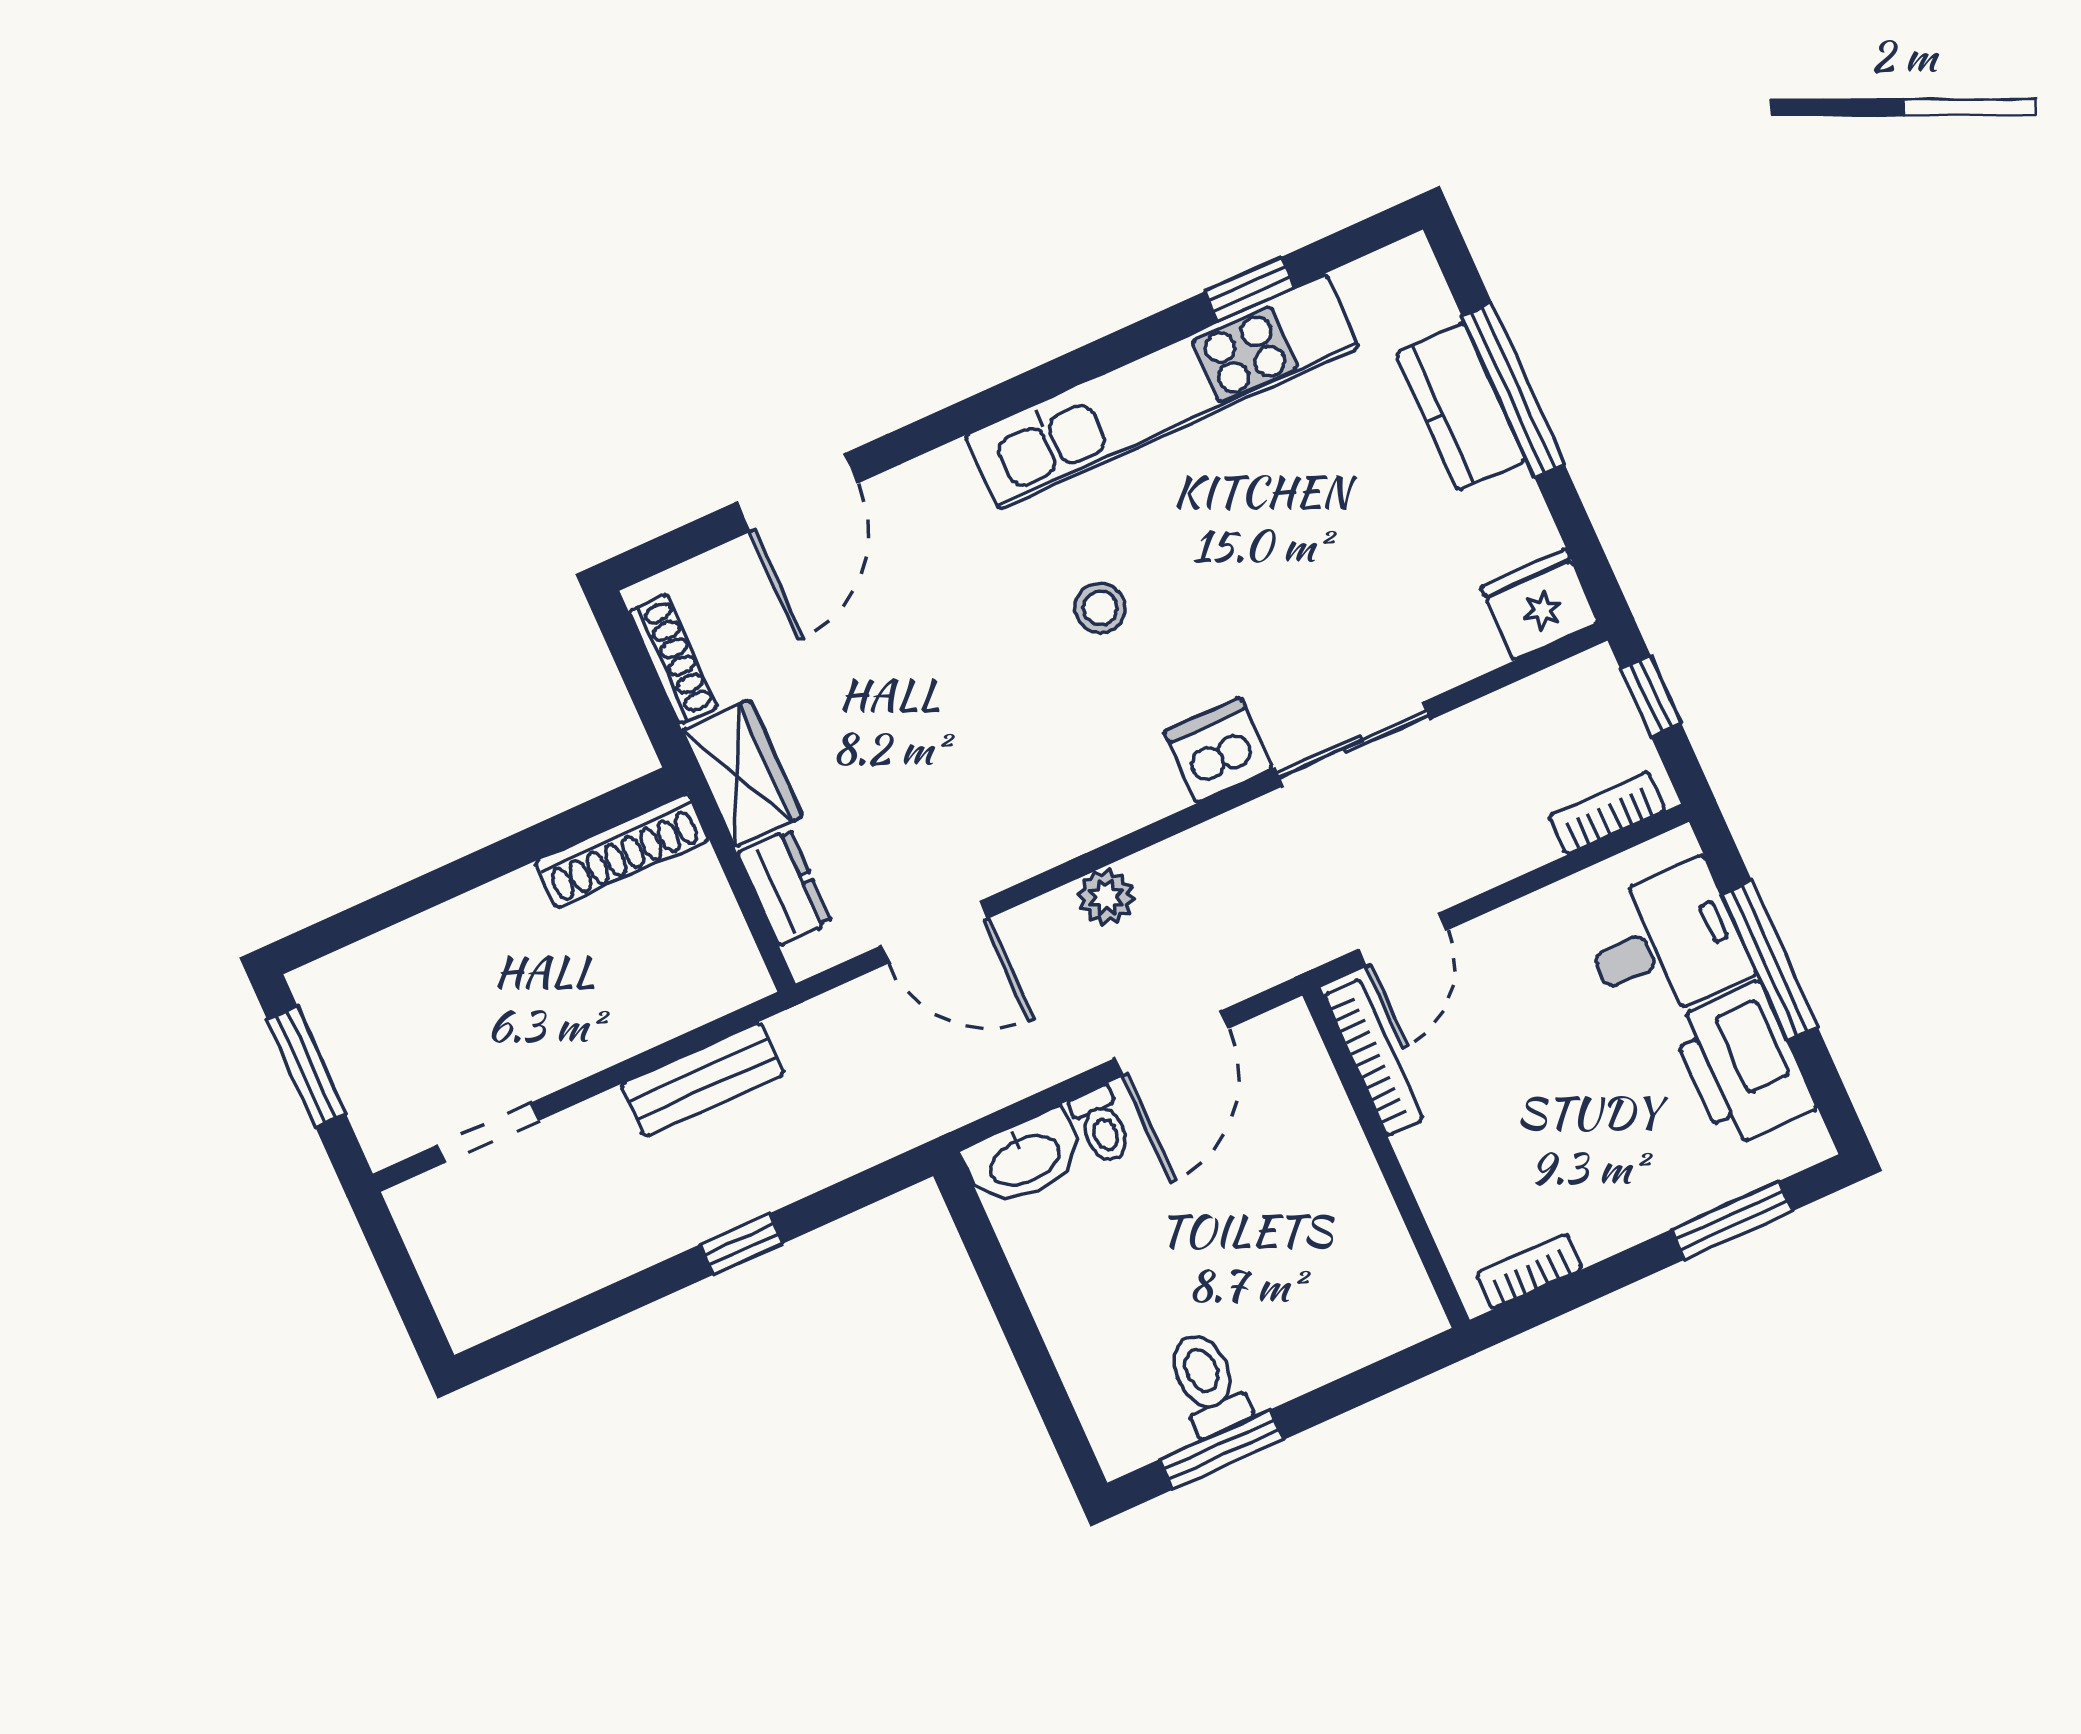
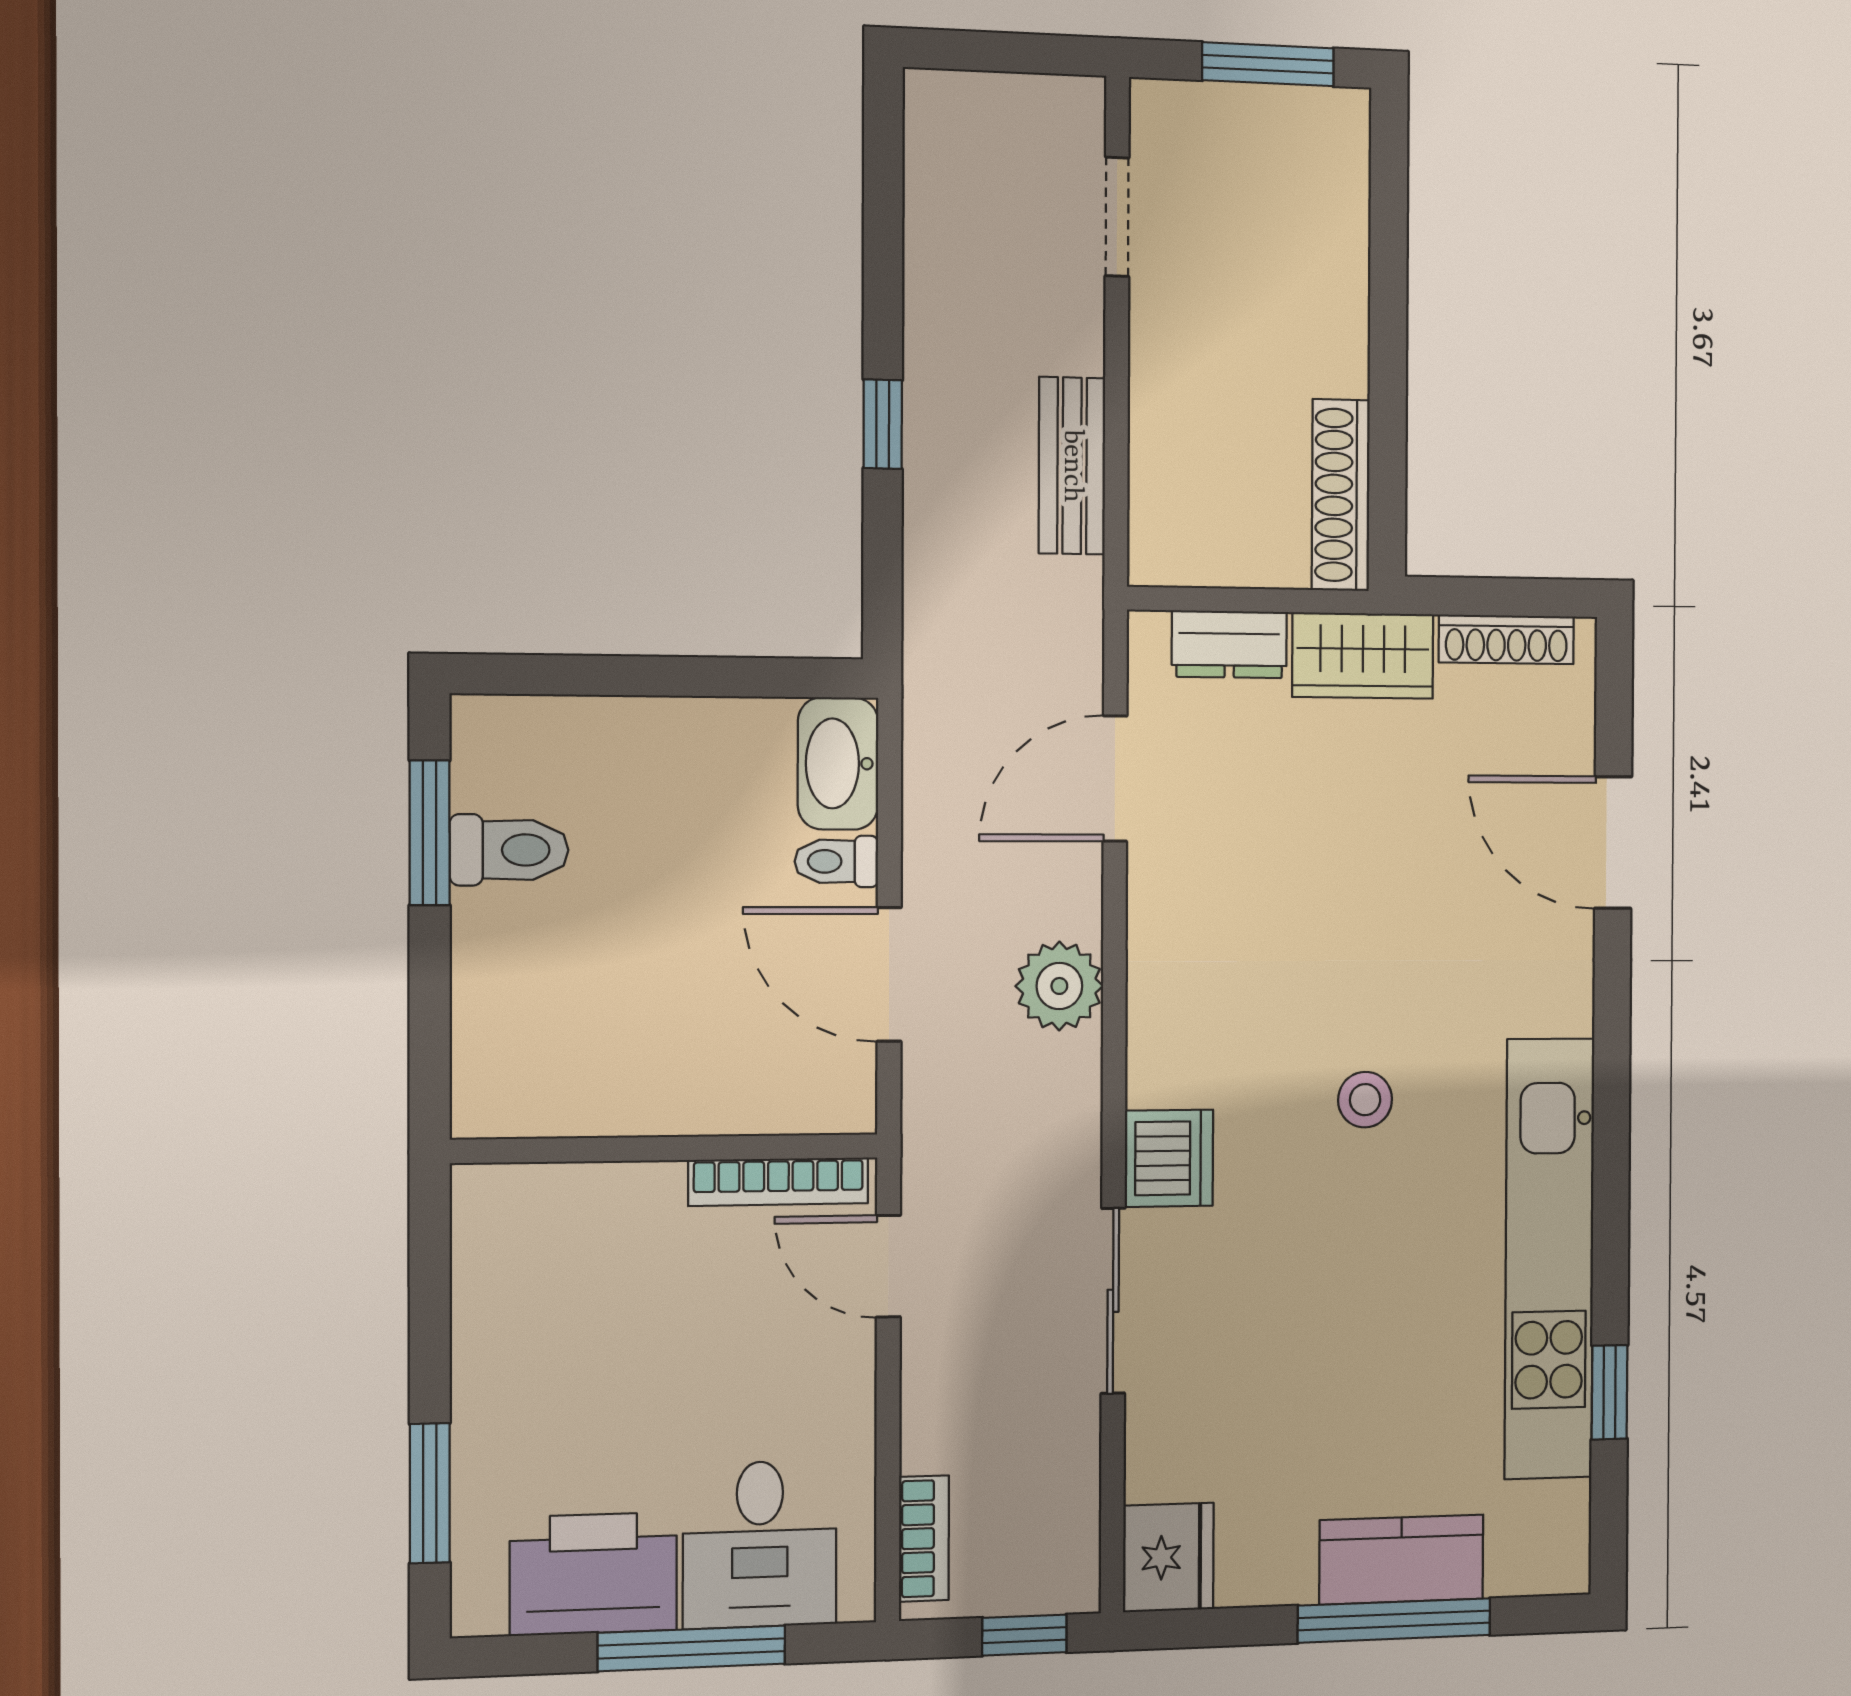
plant: (1106, 897) -> (1059, 986), width x1.38, depth x1.38
bookcase: (1529, 1271) -> (473, 1250), removed

